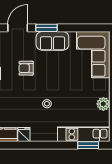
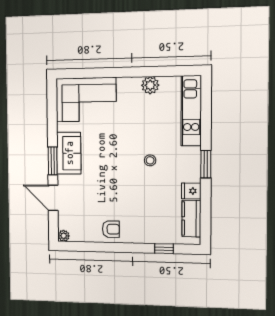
armchair: (26, 68) -> (104, 187), removed
window: (88, 145) -> (206, 164), moved

